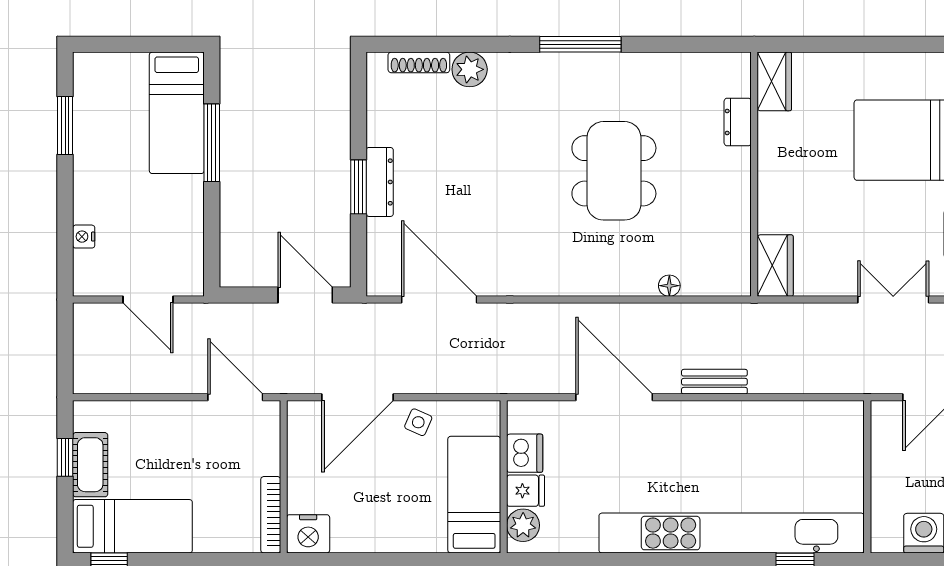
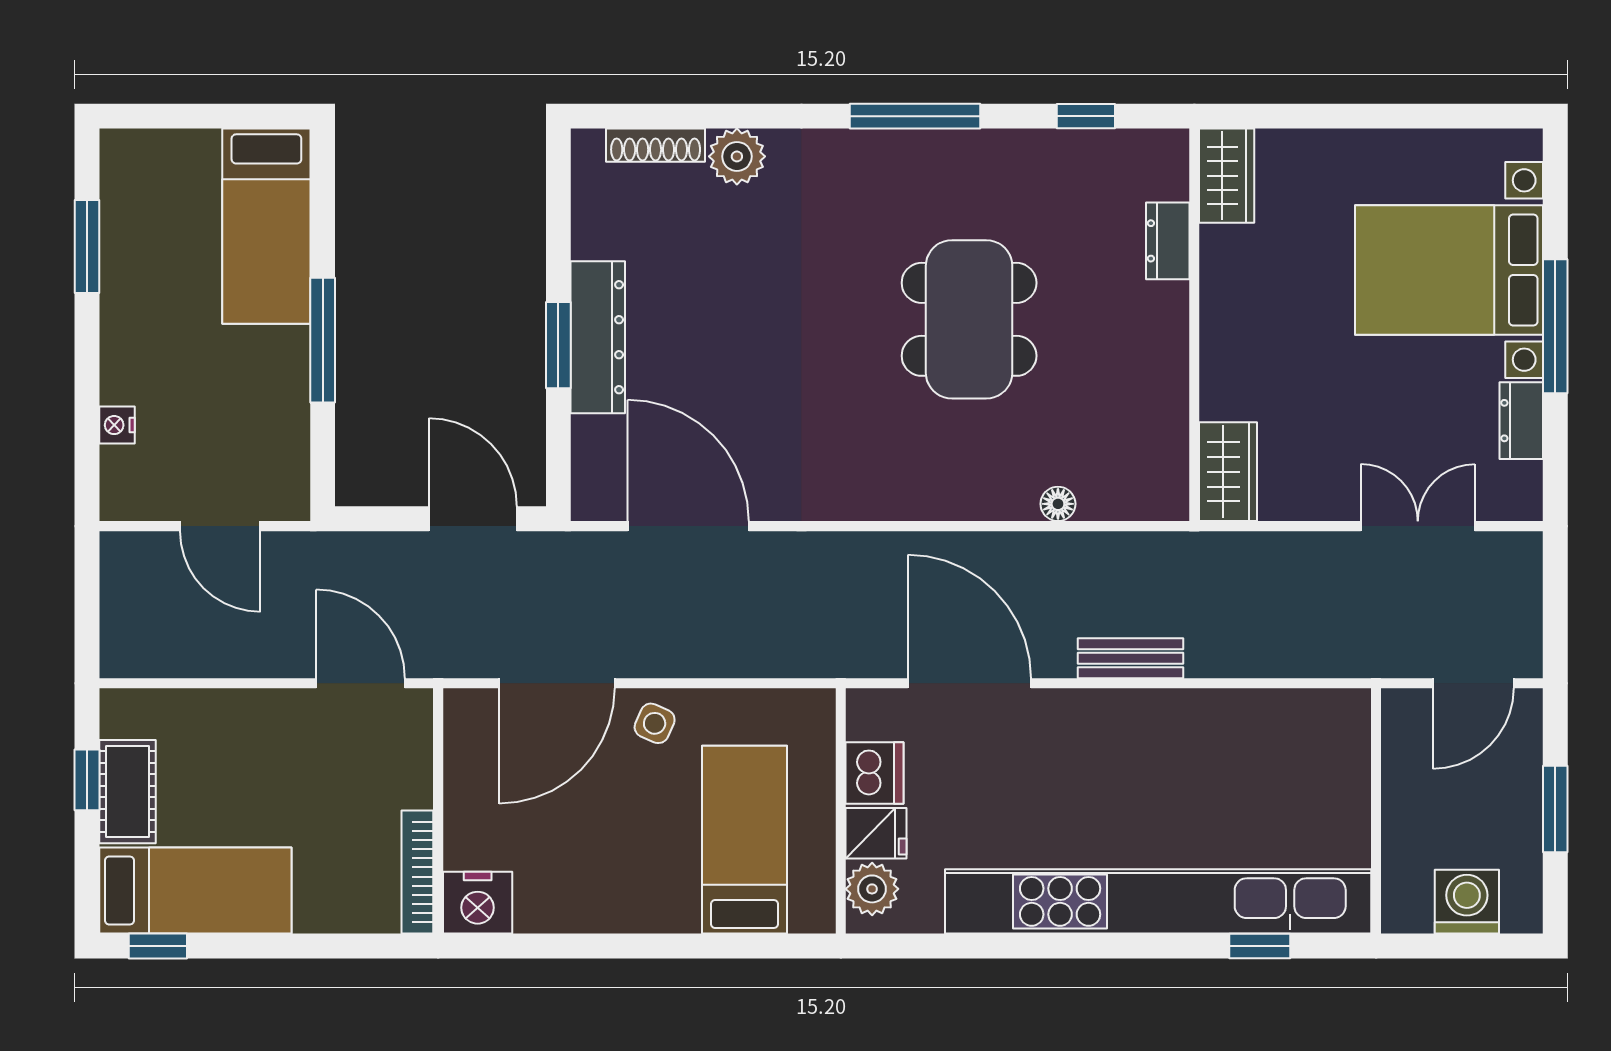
window: (687, 44) -> (1086, 116), added
window: (212, 143) -> (323, 340), moved
dresser: (380, 182) -> (598, 337), width x1.37, depth x1.24
dishwasher: (525, 453) -> (875, 773), moved
wall: (504, 477) -> (841, 811), moved
fridge: (525, 491) -> (876, 833), moved
plant: (523, 525) -> (872, 889), moved

